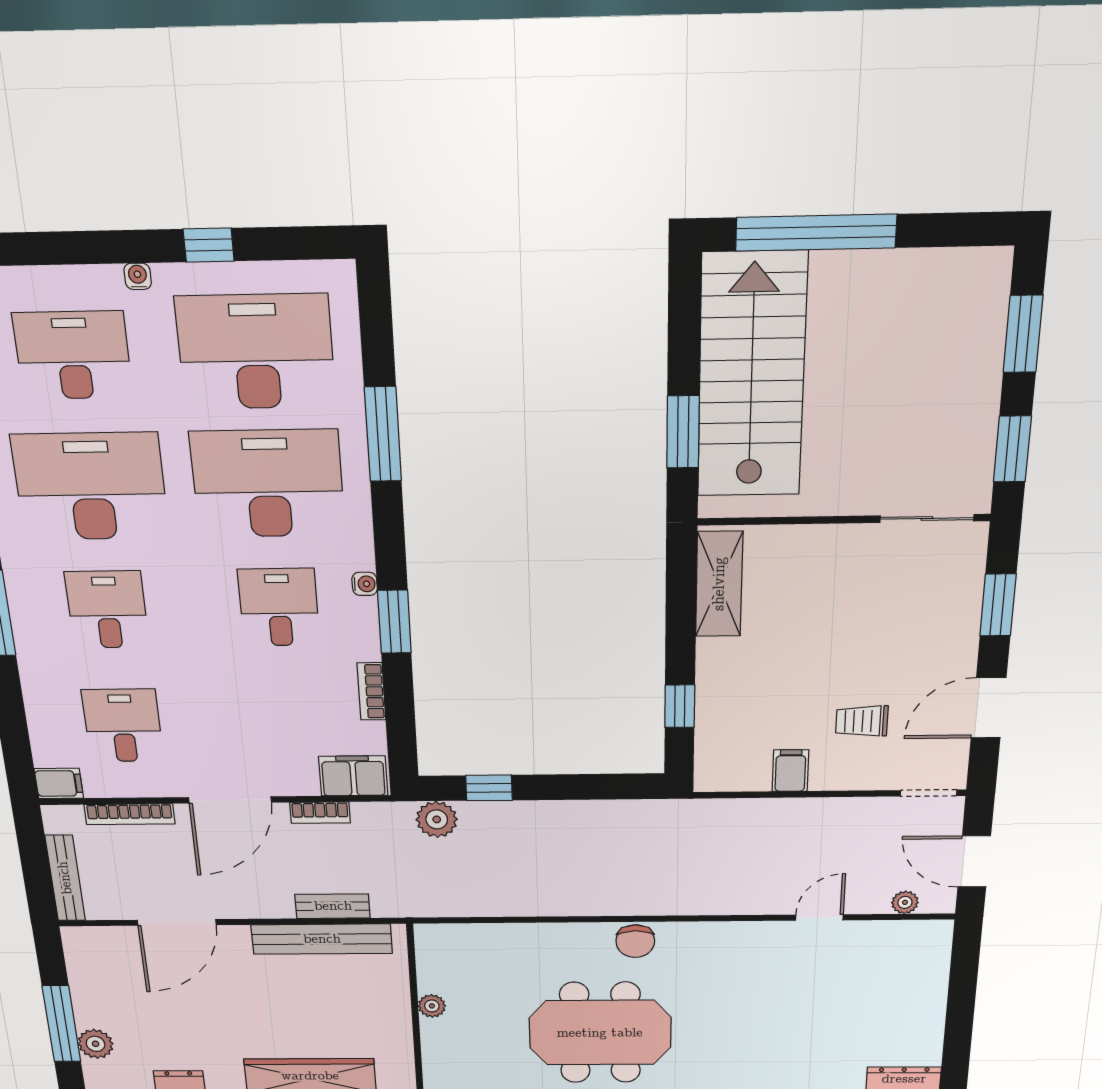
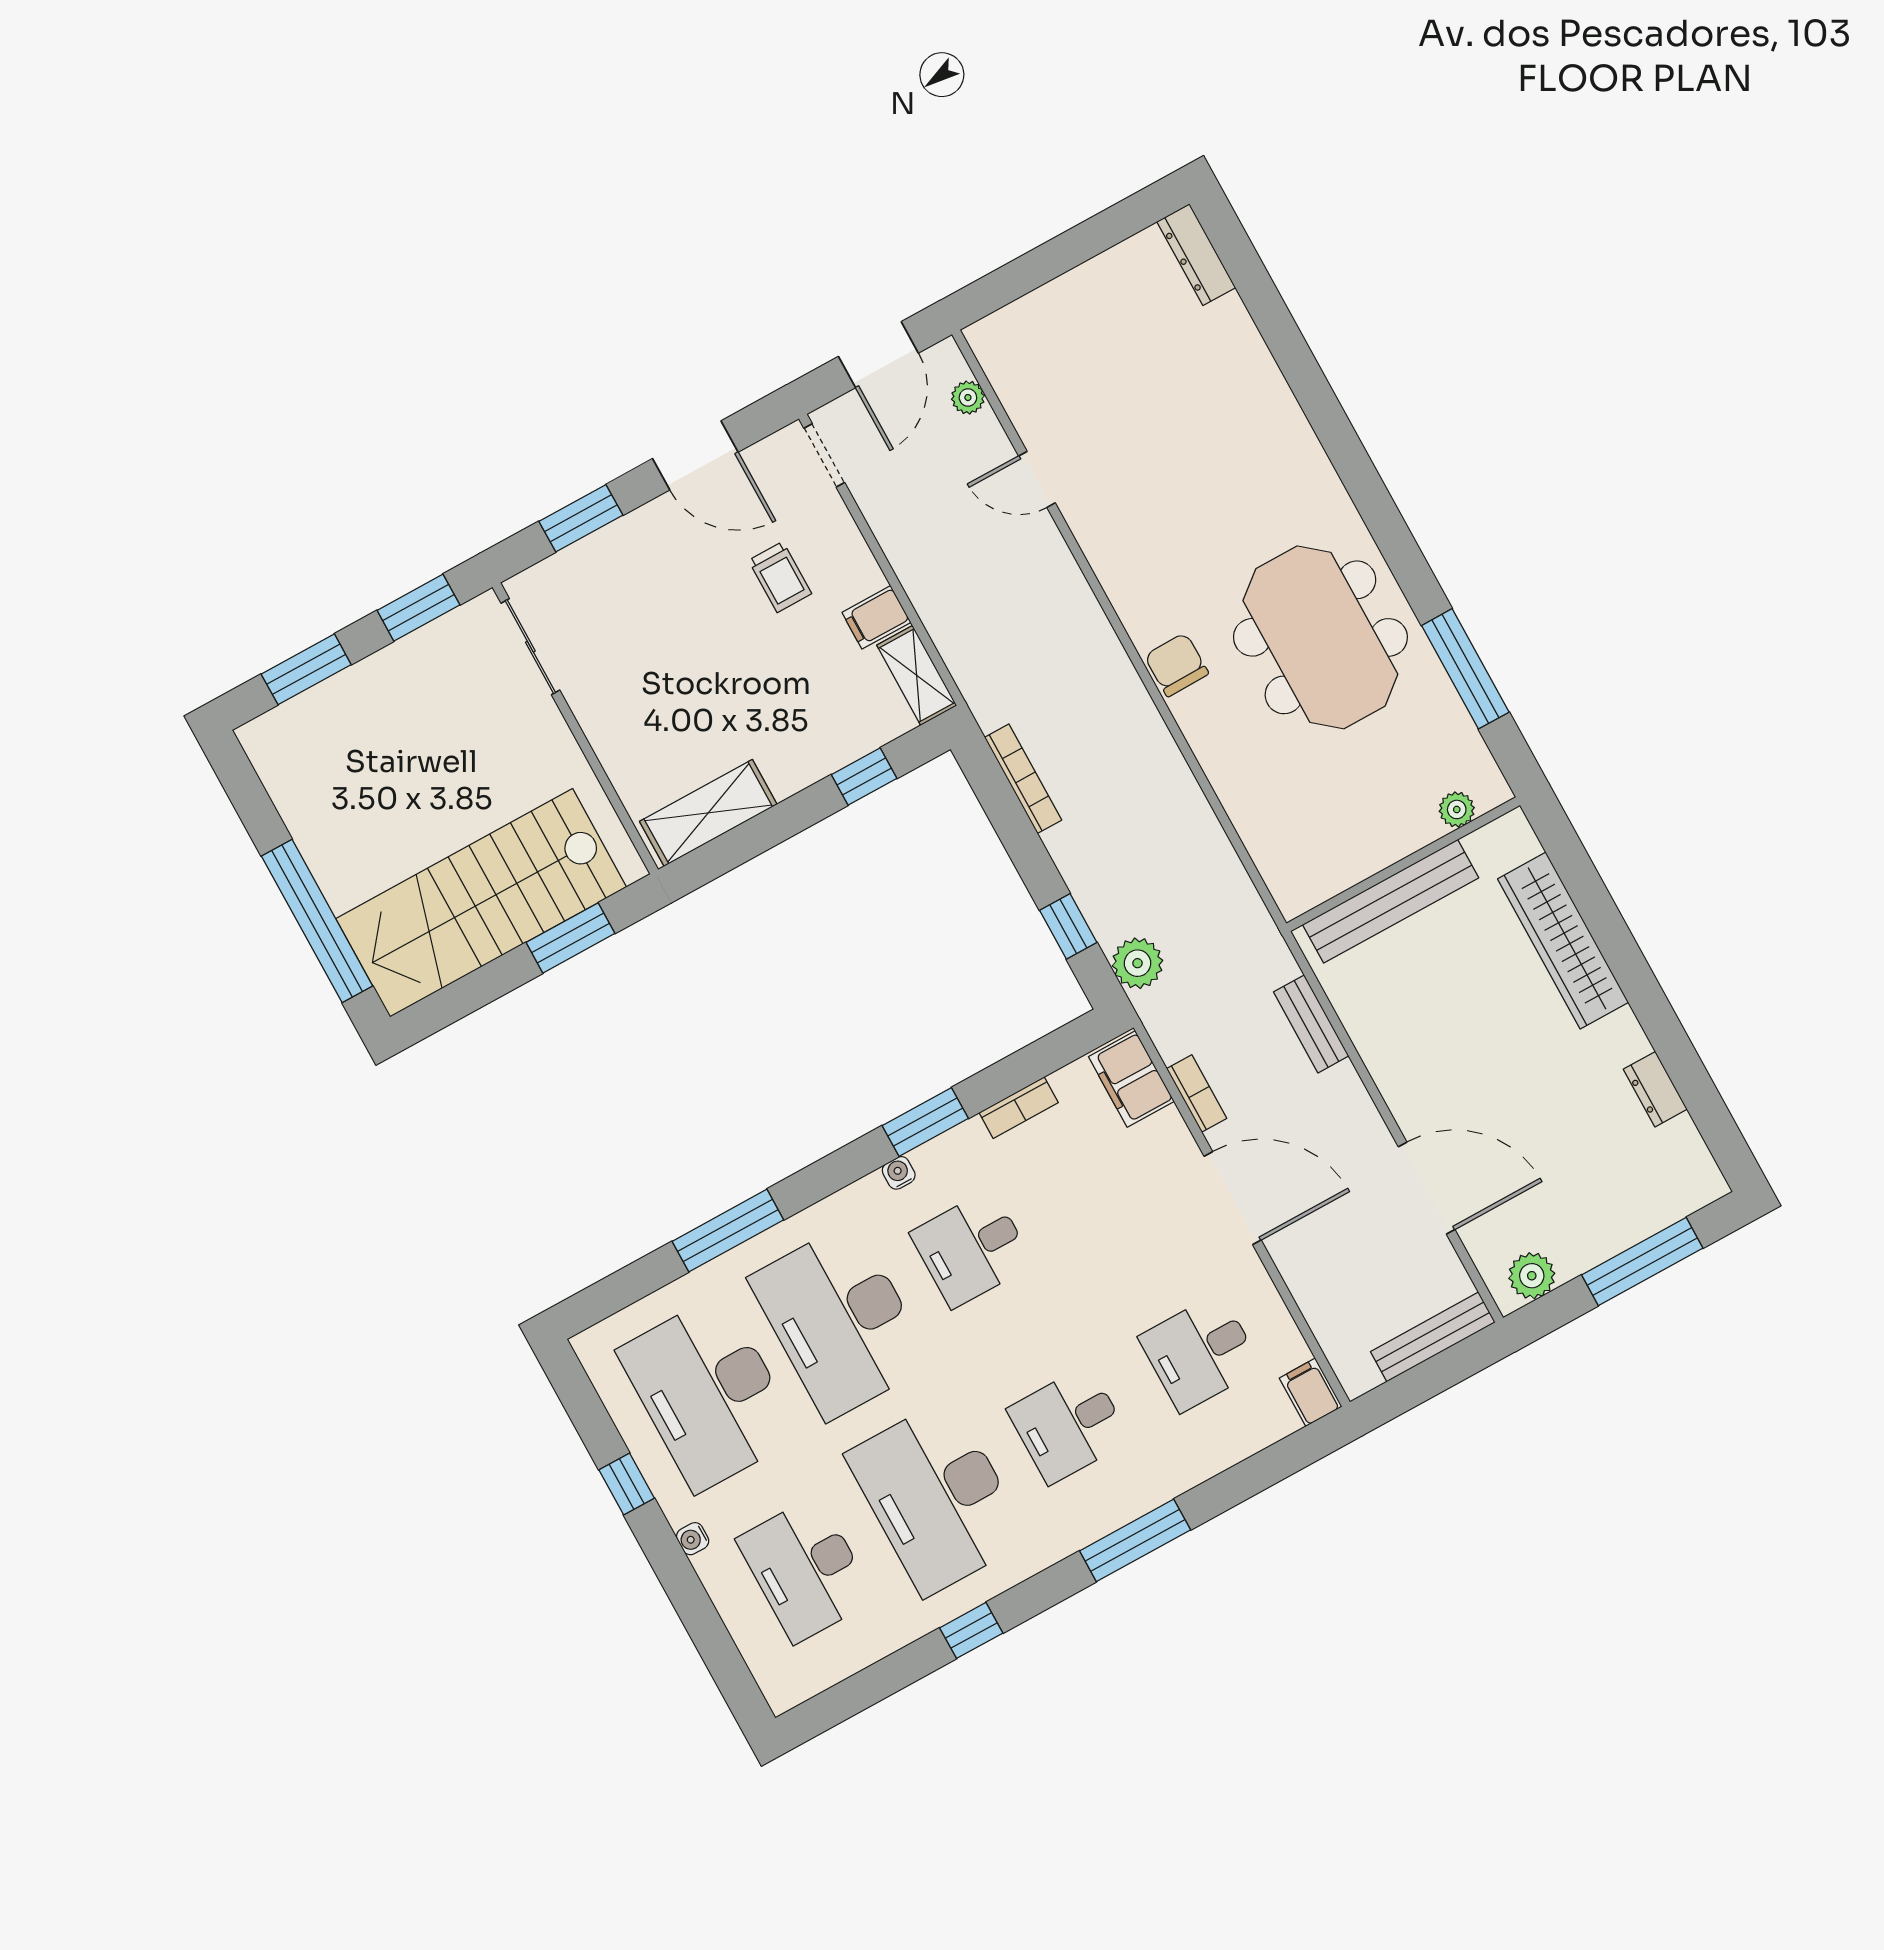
shelving: (732, 777) -> (917, 675), added
bookcase: (130, 814) -> (1023, 779), moved
bench: (322, 939) -> (1391, 901), moved, turned 90
chair: (635, 941) -> (1176, 665), turned -91
plant: (432, 1006) -> (1457, 809), moved
plant: (96, 1044) -> (1532, 1276), moved

